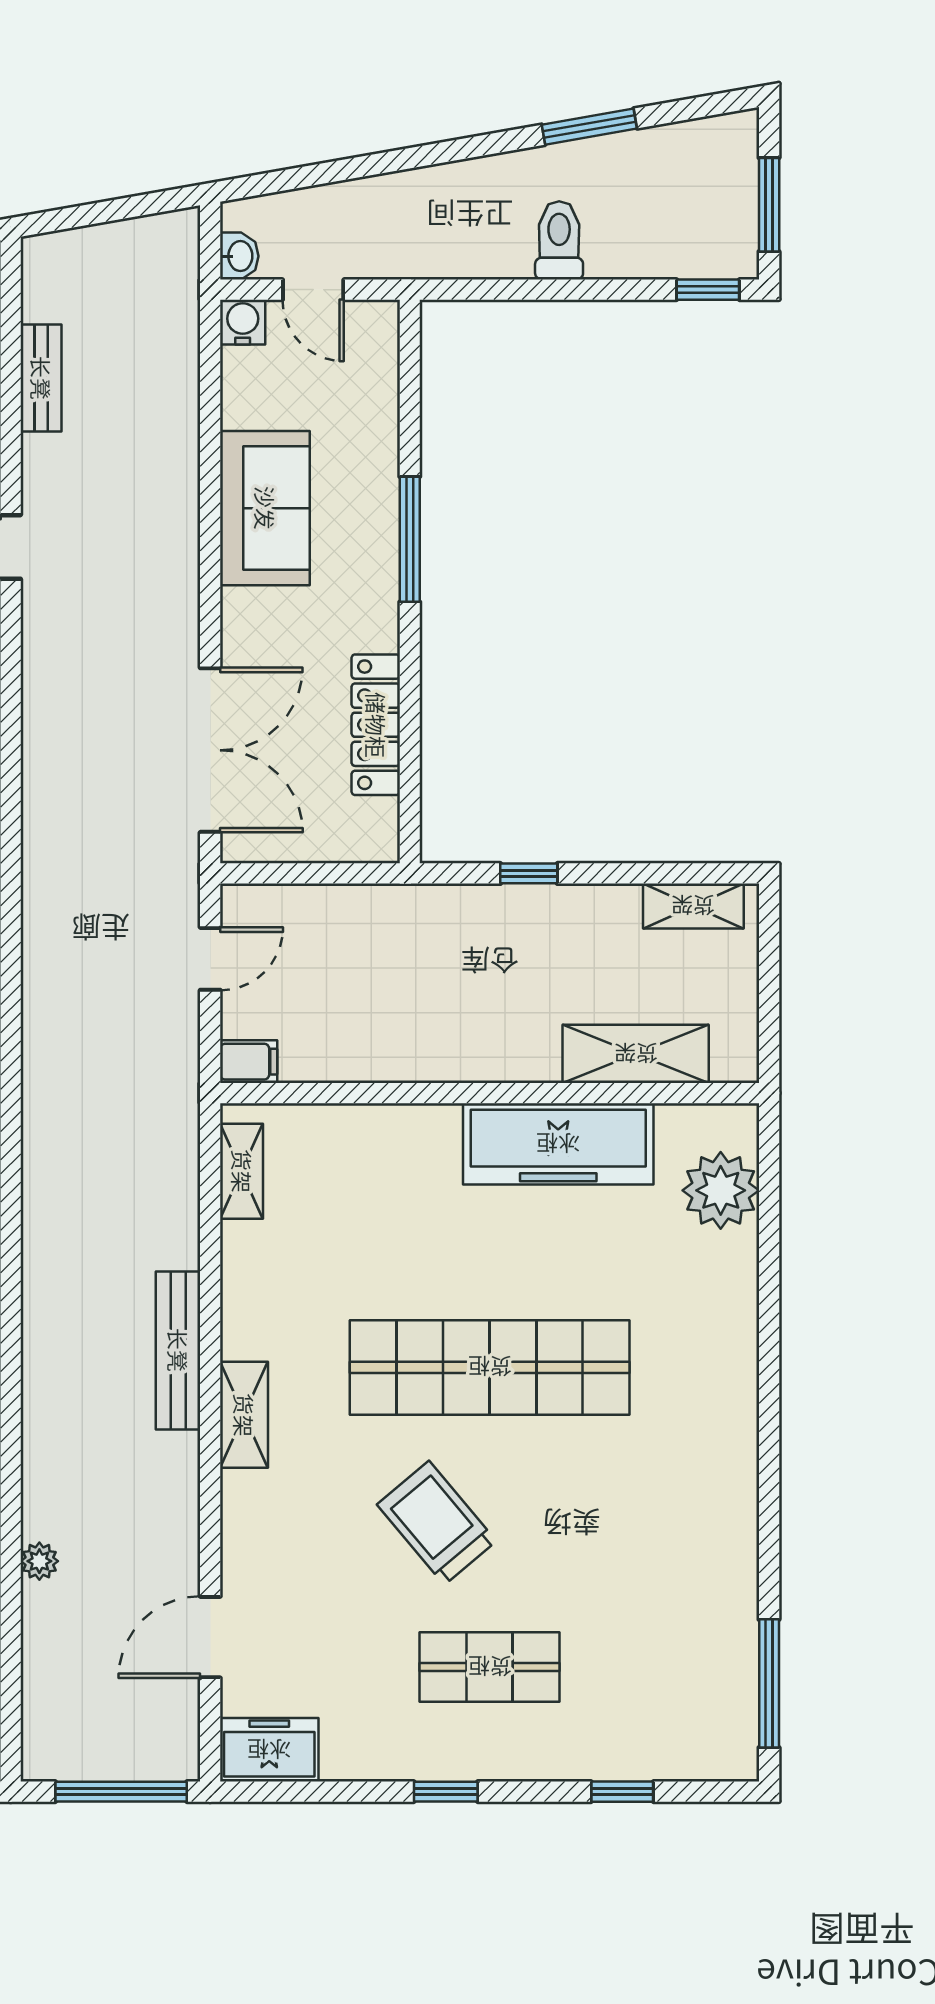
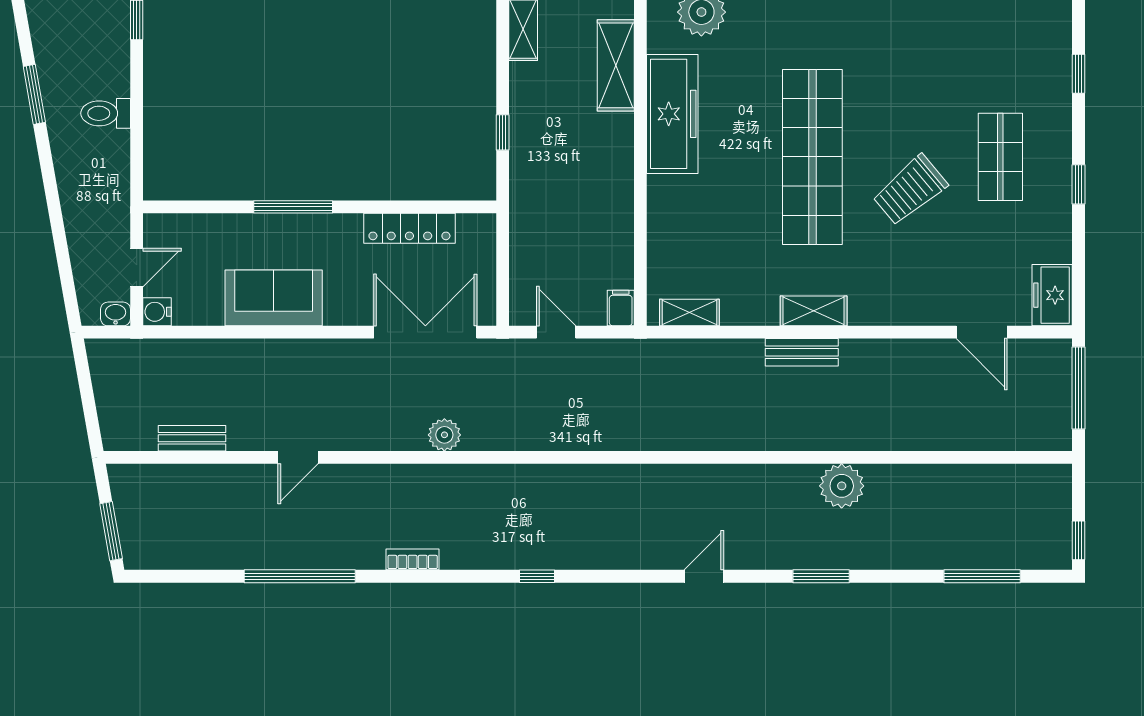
bench: (178, 1350) -> (802, 352), width x0.73
shelving: (244, 1415) -> (814, 311), moved
plant: (39, 1561) -> (444, 435), moved, width x1.38, depth x1.38

